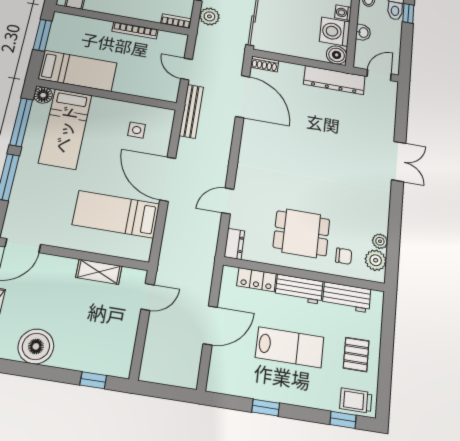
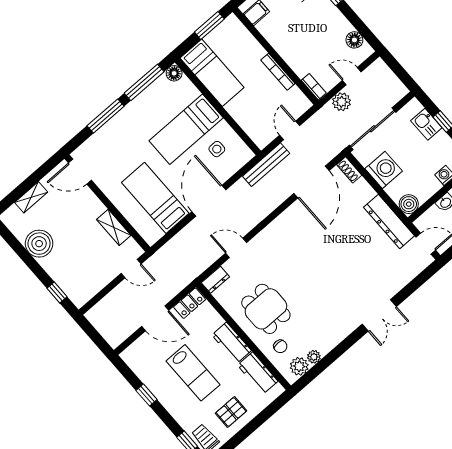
washing machine: (335, 32) -> (384, 170), moved, turned 90
bed: (65, 129) -> (186, 129), moved
locker: (257, 280) -> (190, 303), moved, turned -90

